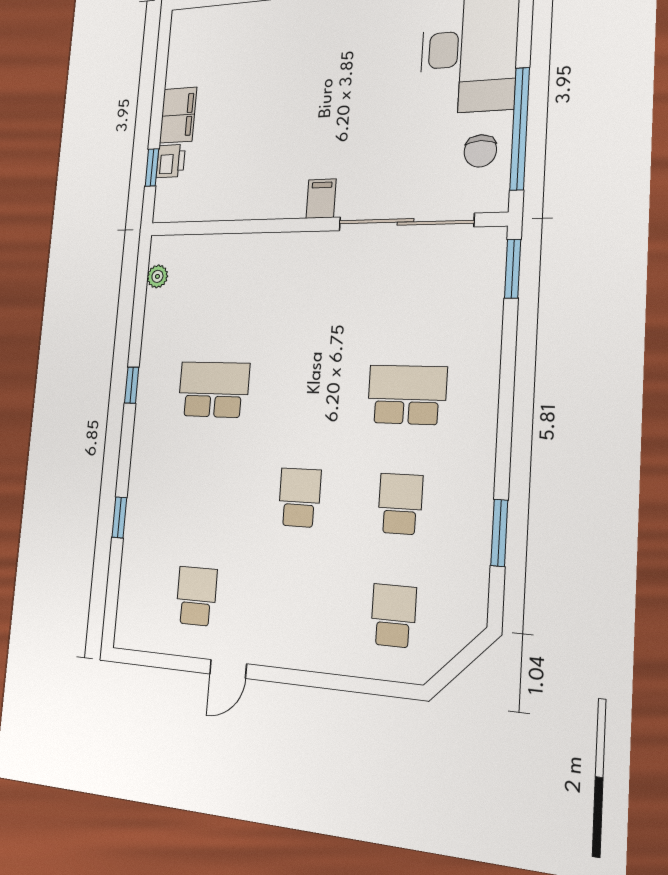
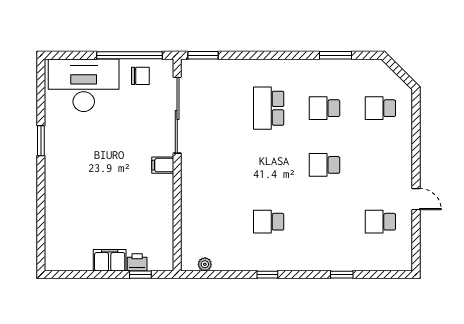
school desk: (214, 390) -> (269, 222), width x0.54

